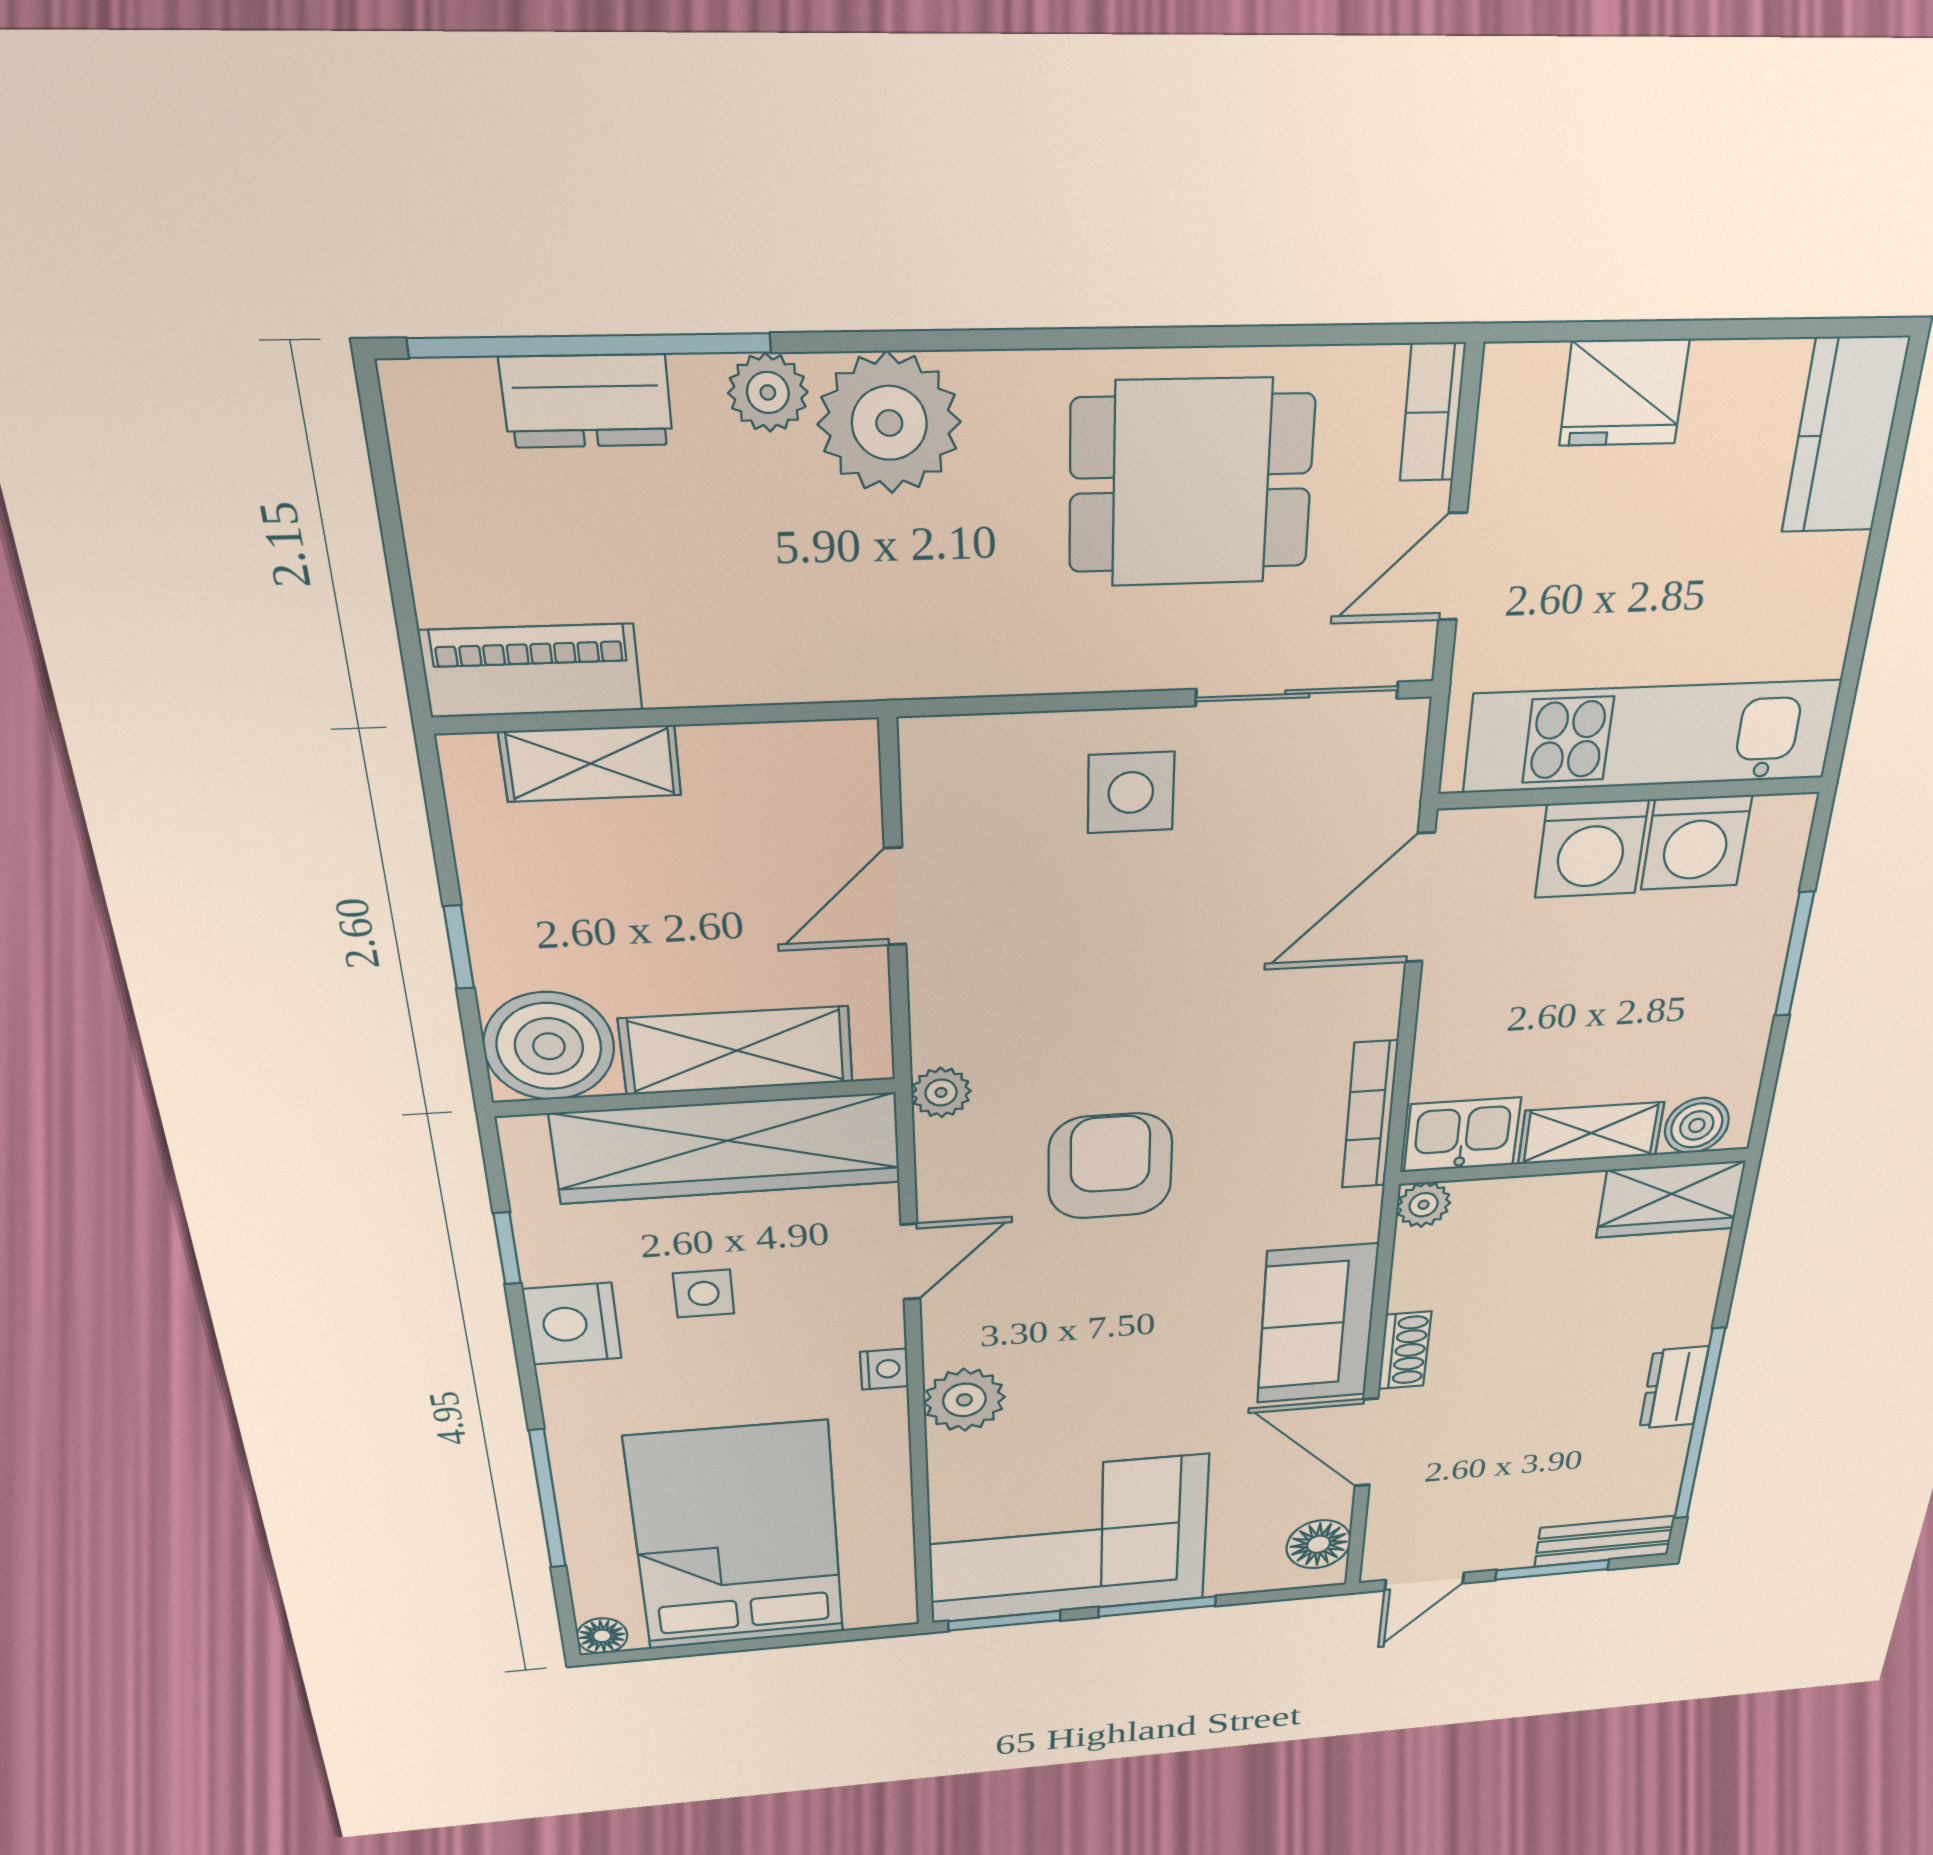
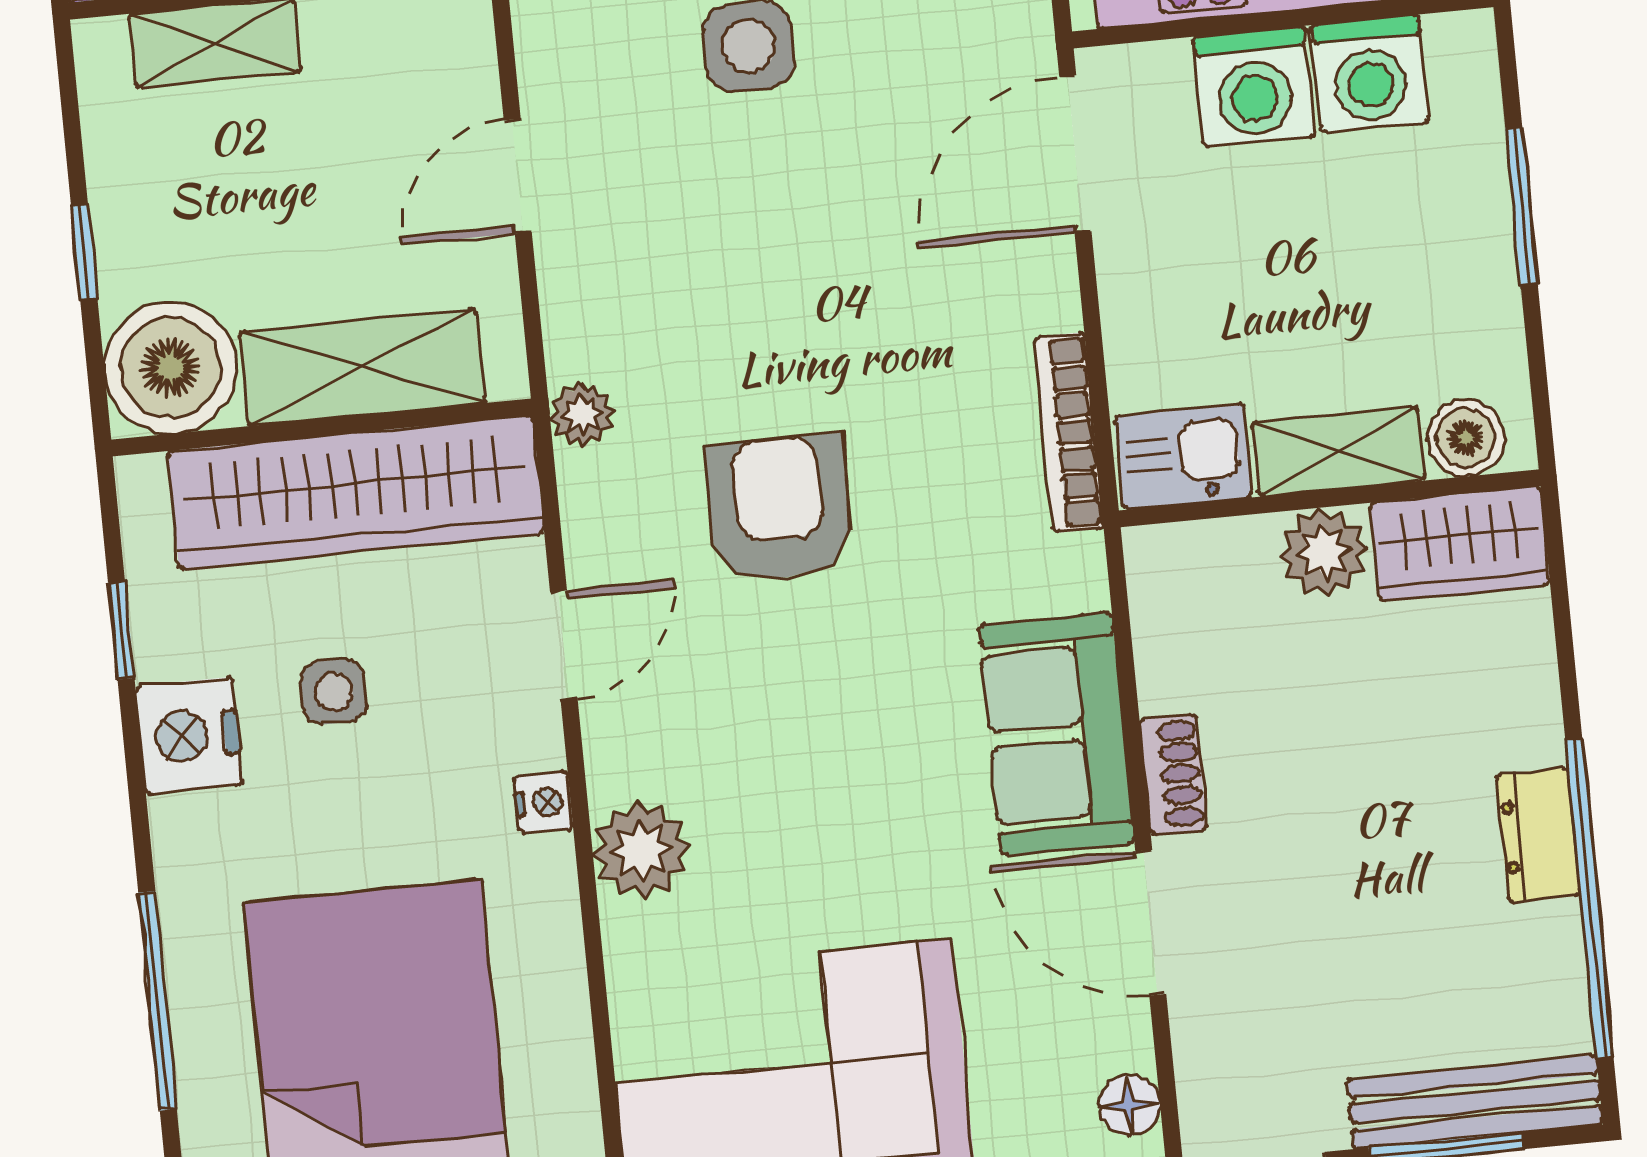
plant: (1424, 1205) -> (1324, 552), moved, width x1.38, depth x1.38
bench: (1605, 1541) -> (1475, 1102), width x1.36
floor lamp: (1319, 1544) -> (1129, 1105), width x0.73, depth x0.73

